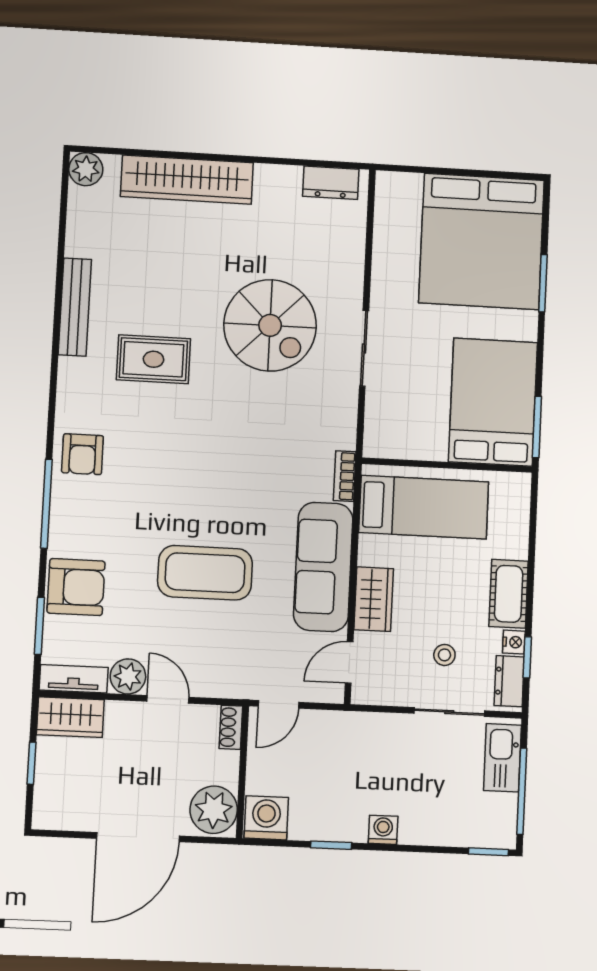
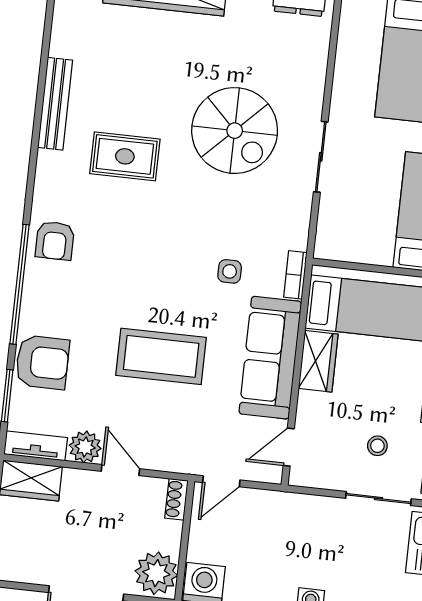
side table: (274, 477) -> (230, 271), added
window: (46, 504) -> (19, 284), width x1.46
wardrobe: (374, 599) -> (318, 361), moved

